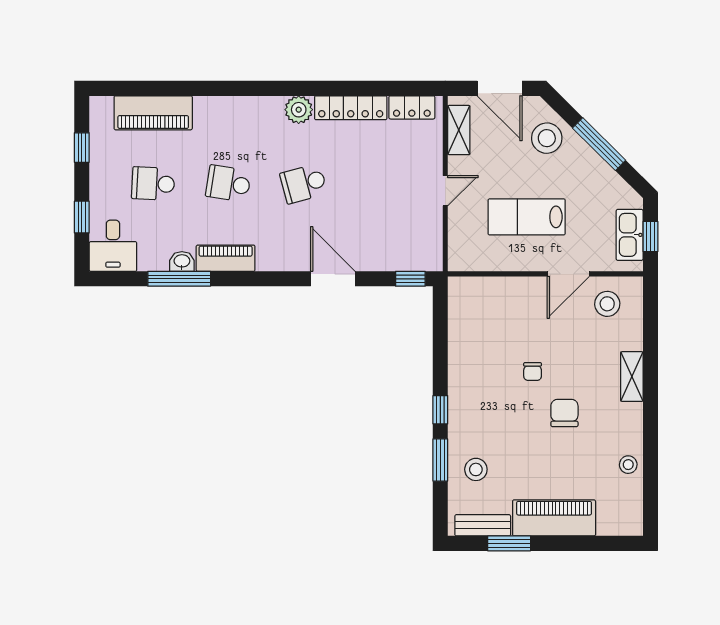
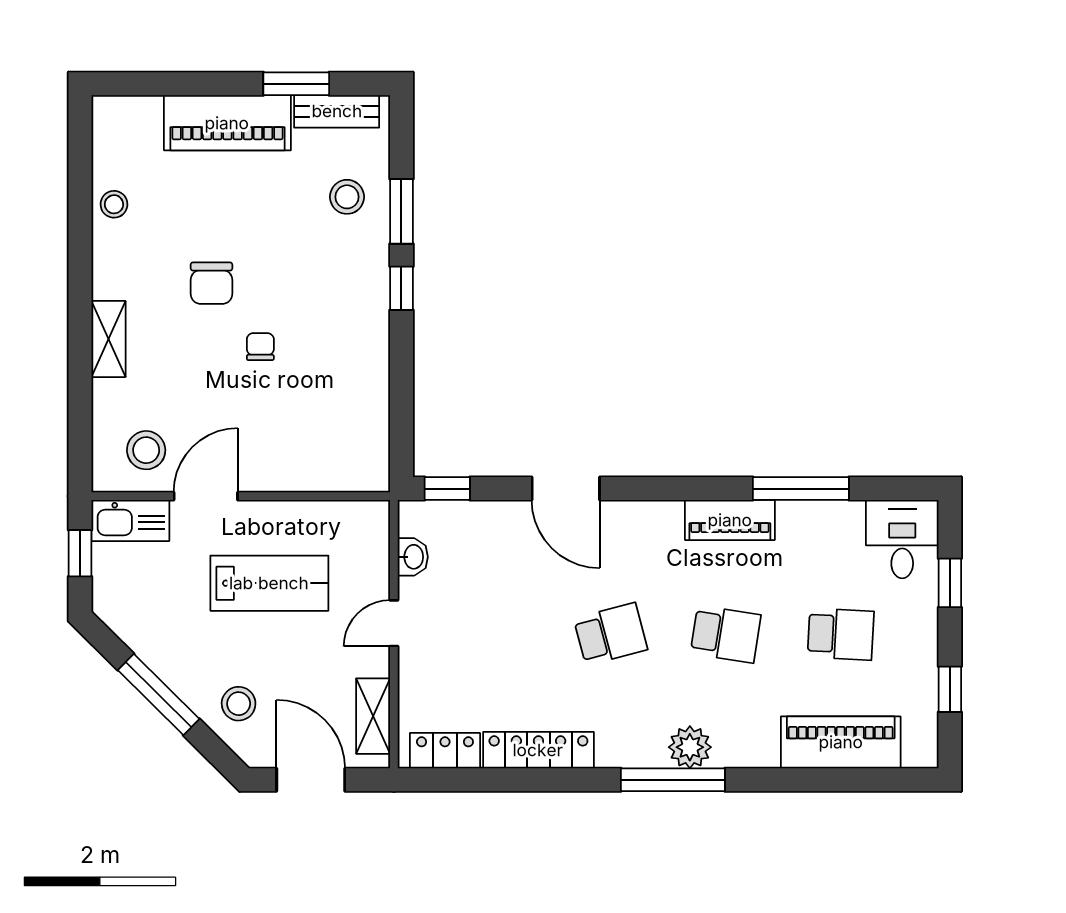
window: (263, 88) -> (673, 780), added
plant: (299, 110) -> (690, 747), moved
stool: (547, 138) -> (239, 704), width x0.73, depth x0.73
kitchen sink: (630, 235) -> (130, 520), moved, turned 90
washbasin: (182, 261) -> (413, 557), moved, turned -90

